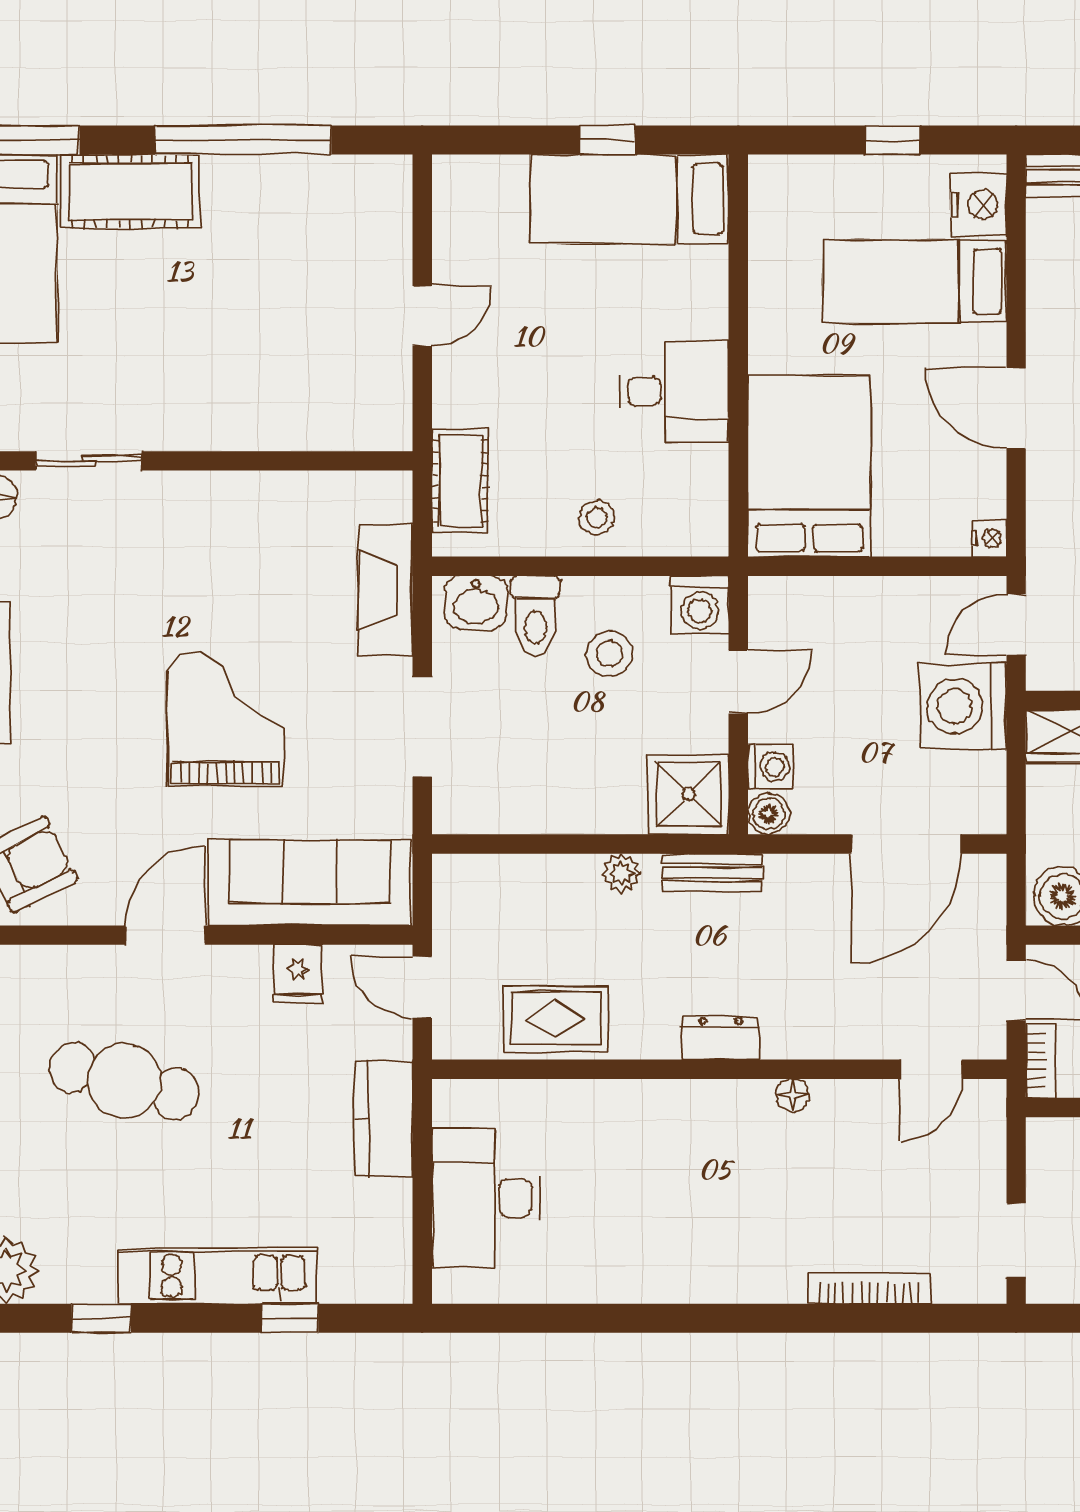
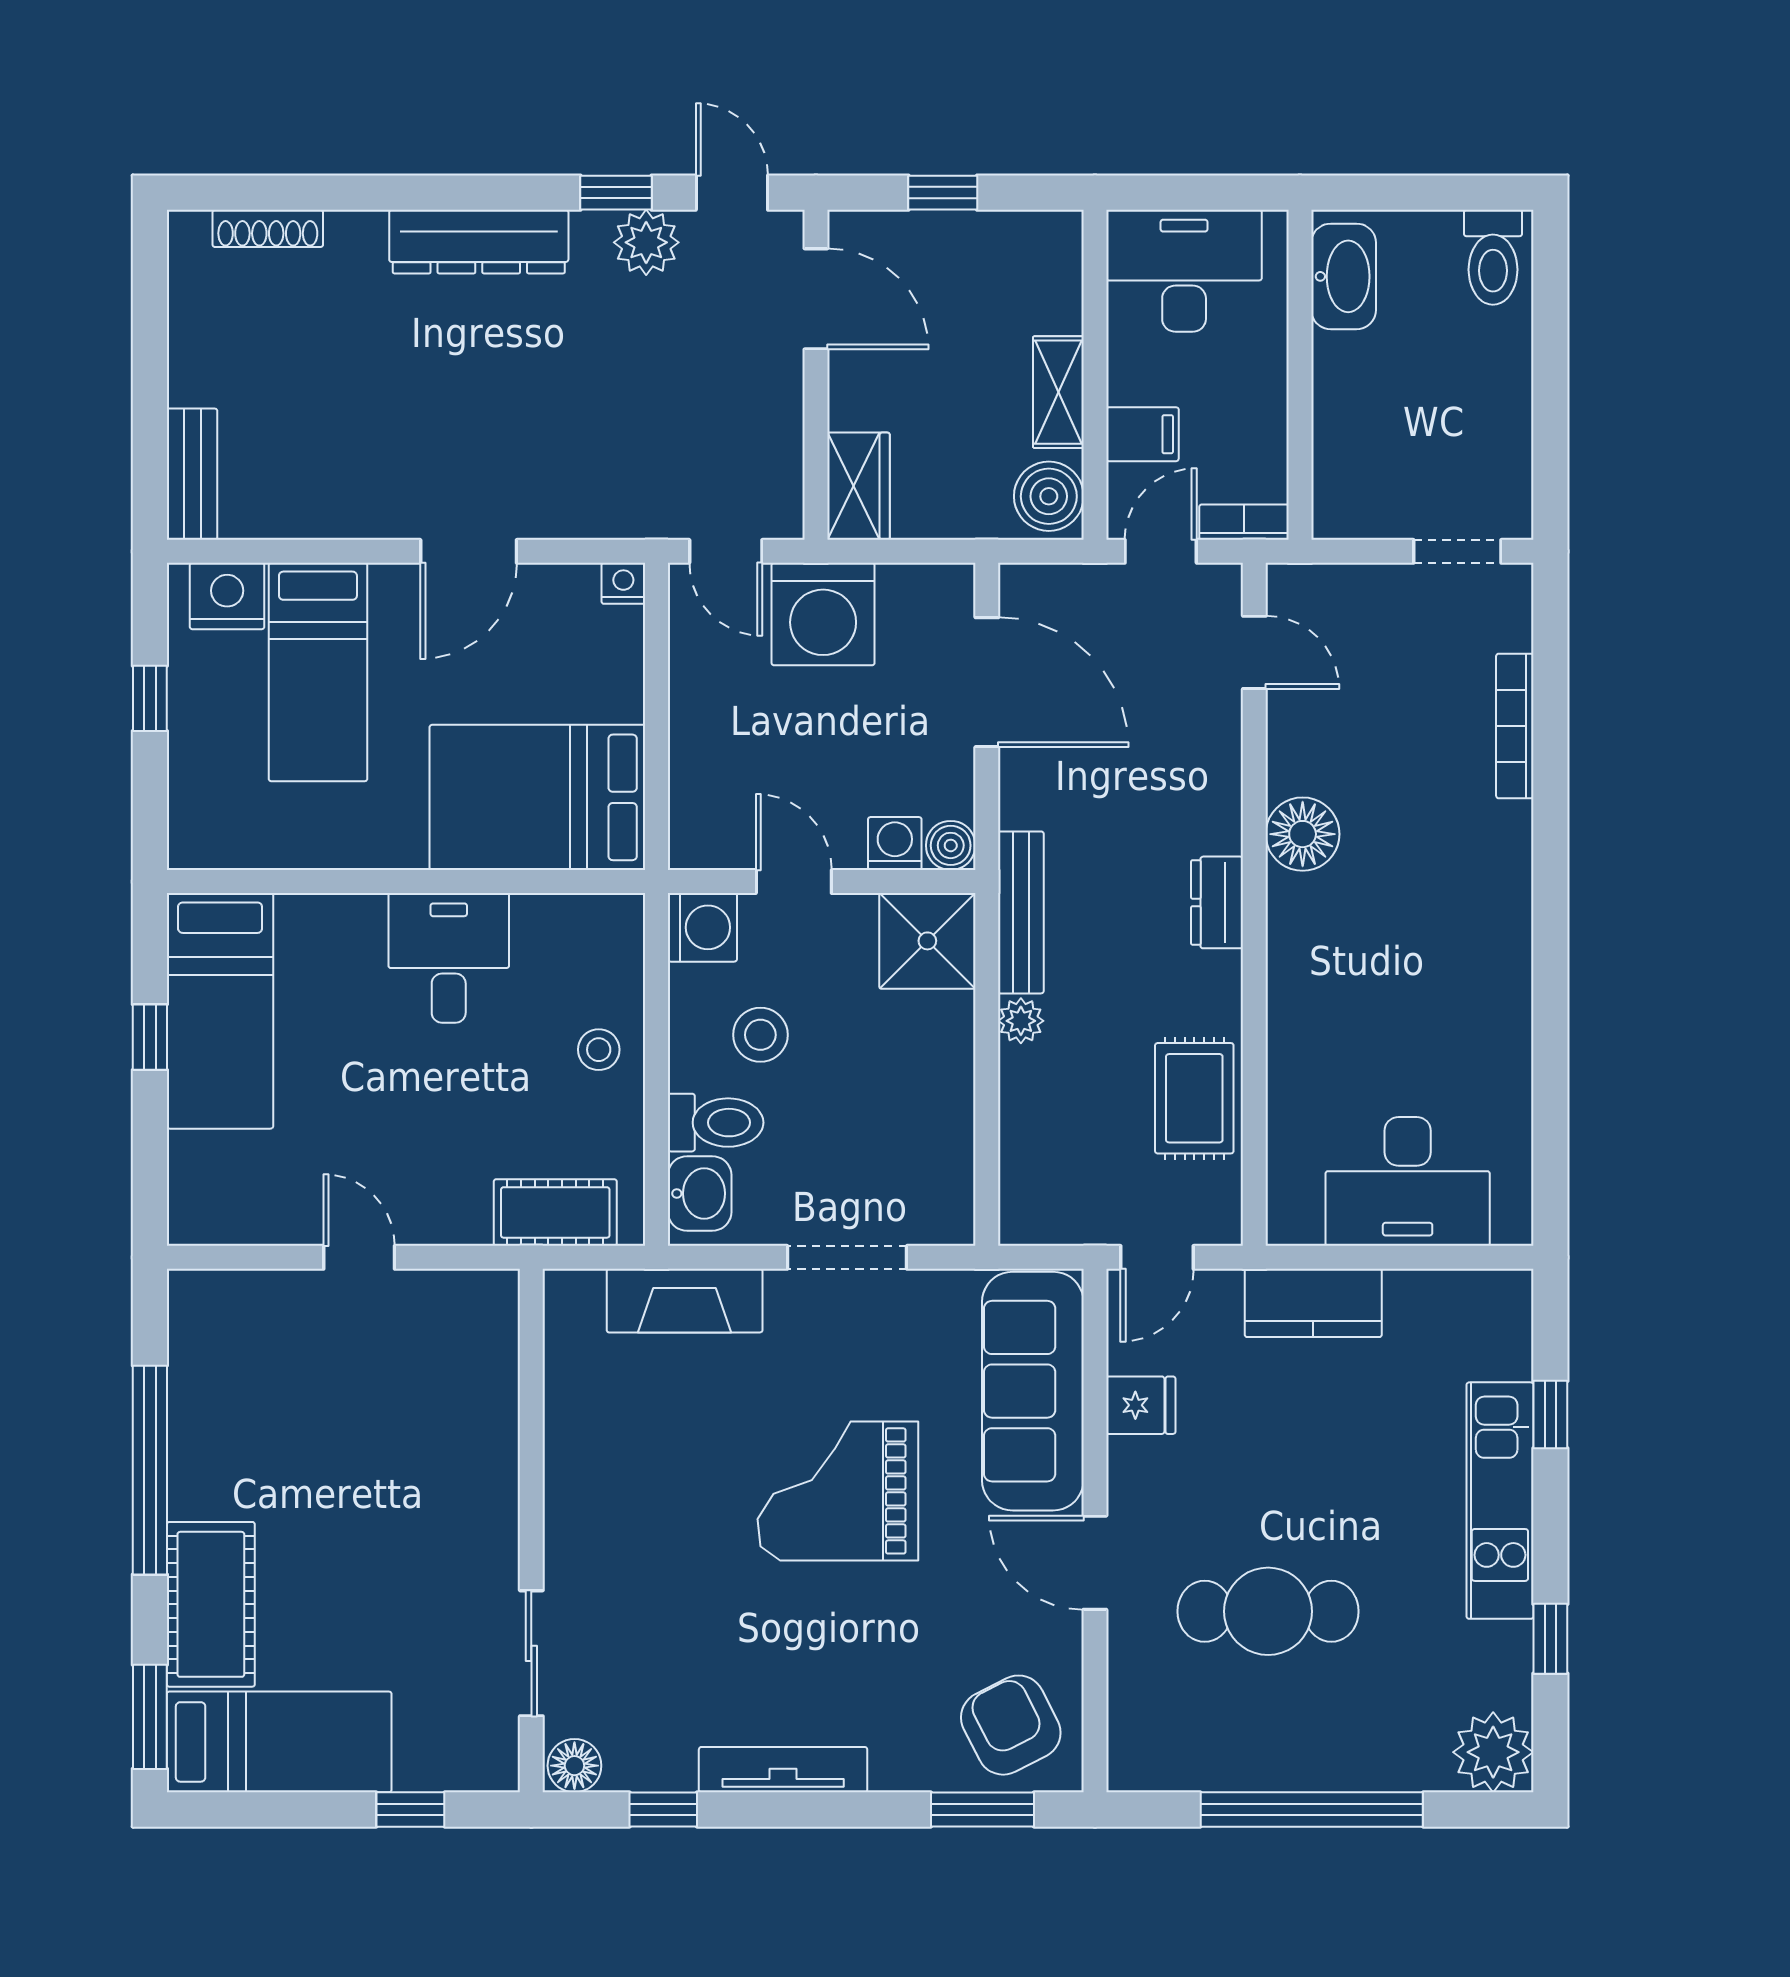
bench: (712, 873) -> (1021, 912), width x1.36
cafe table: (124, 1081) -> (1268, 1611), turned 76
floor lamp: (793, 1095) -> (1303, 834), width x1.89, depth x1.89

